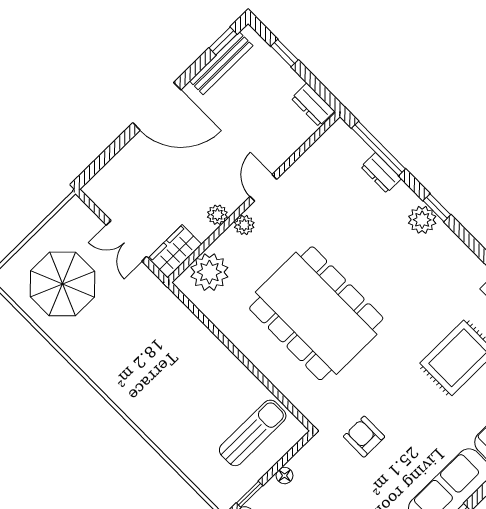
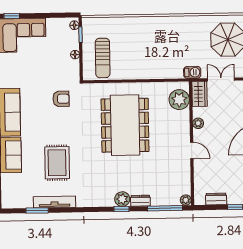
dresser: (313, 105) -> (216, 199), moved
dresser: (381, 173) -> (140, 201), moved
plant: (244, 225) -> (186, 200), moved
barbecue: (155, 290) -> (192, 72), added
dining table: (316, 313) -> (125, 125), turned 90

